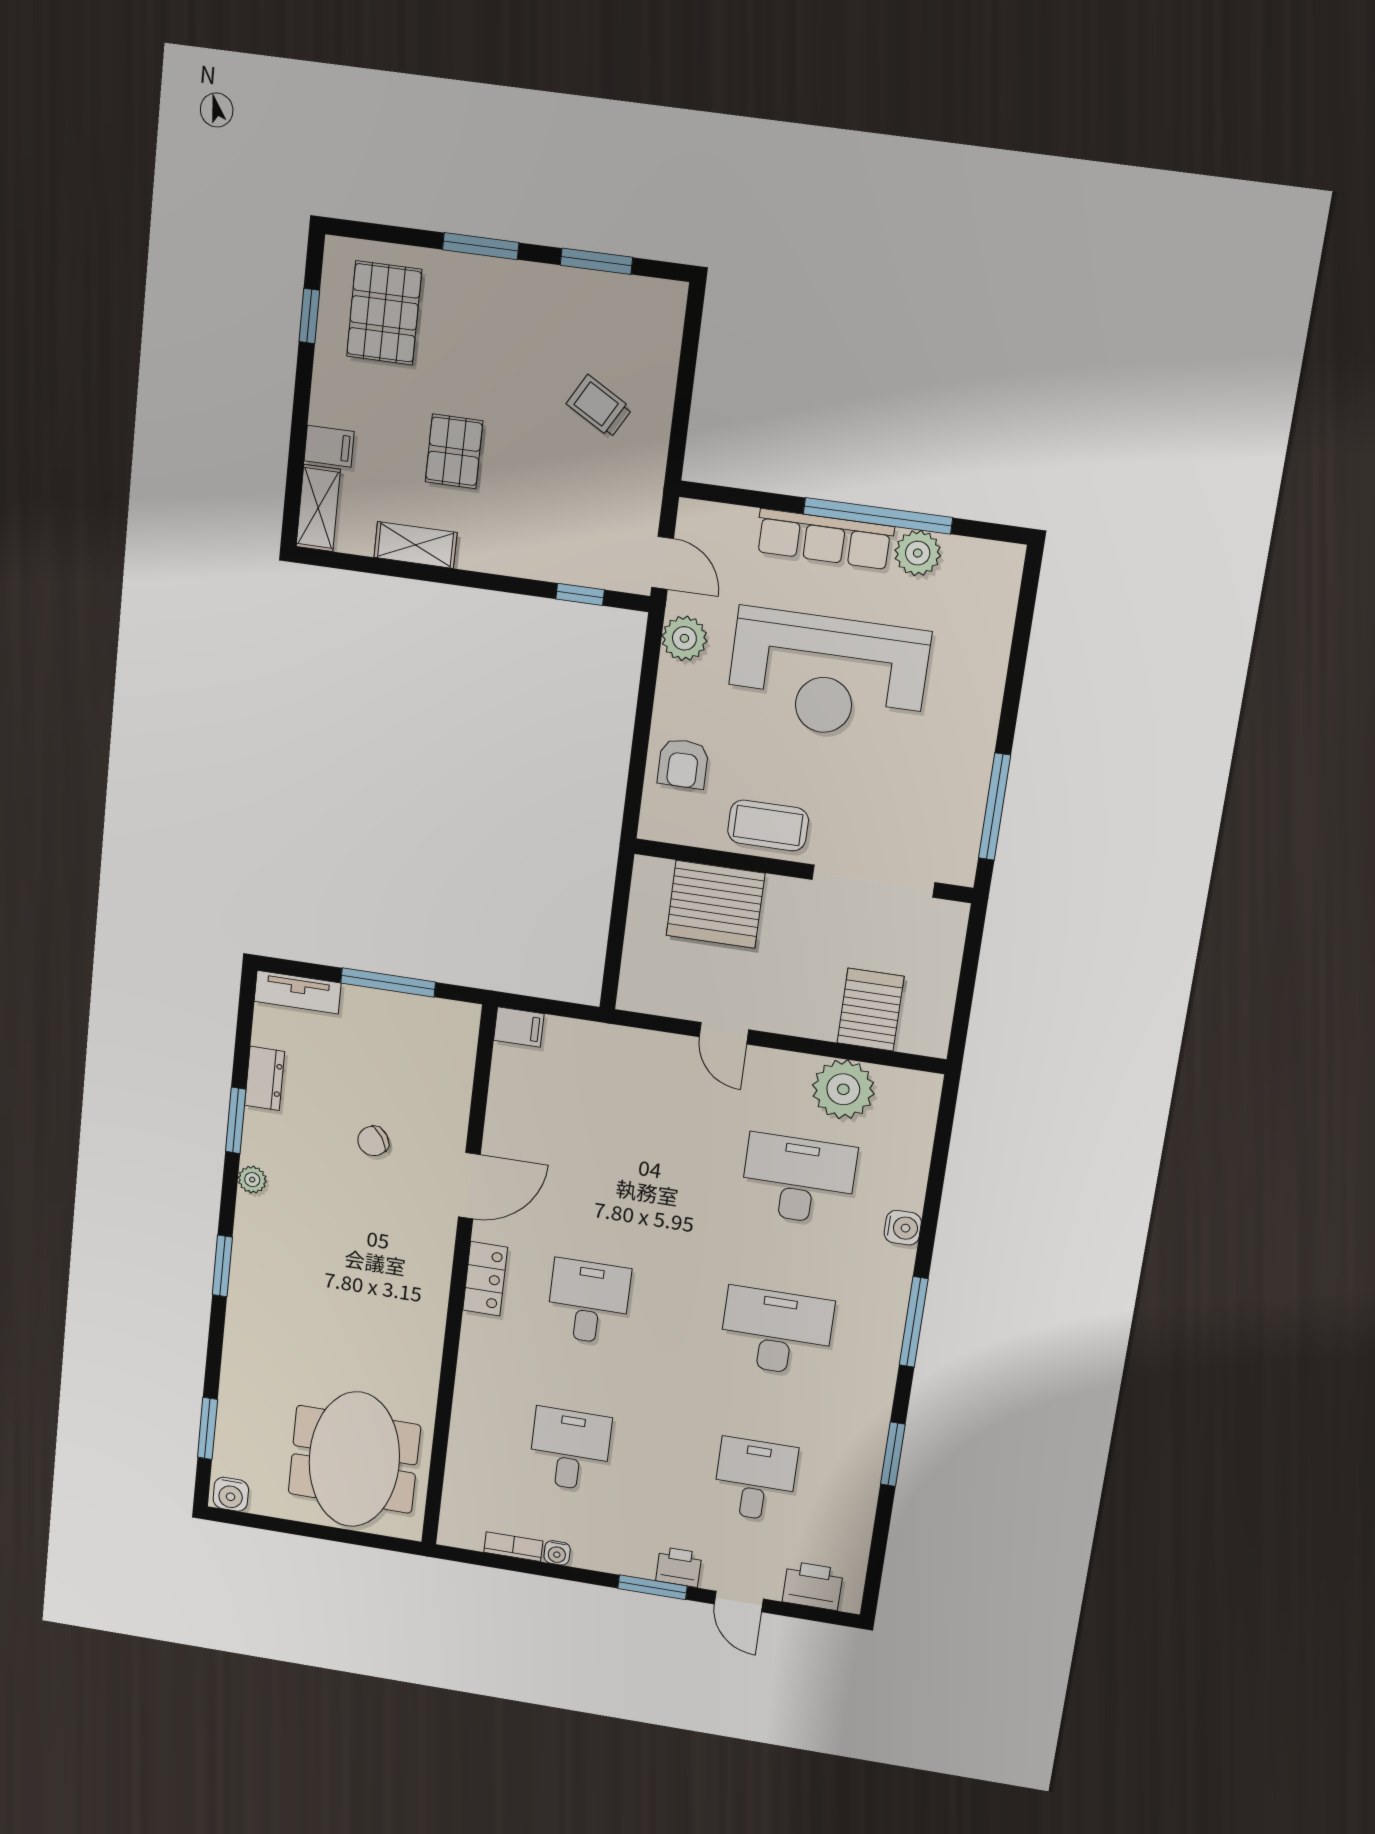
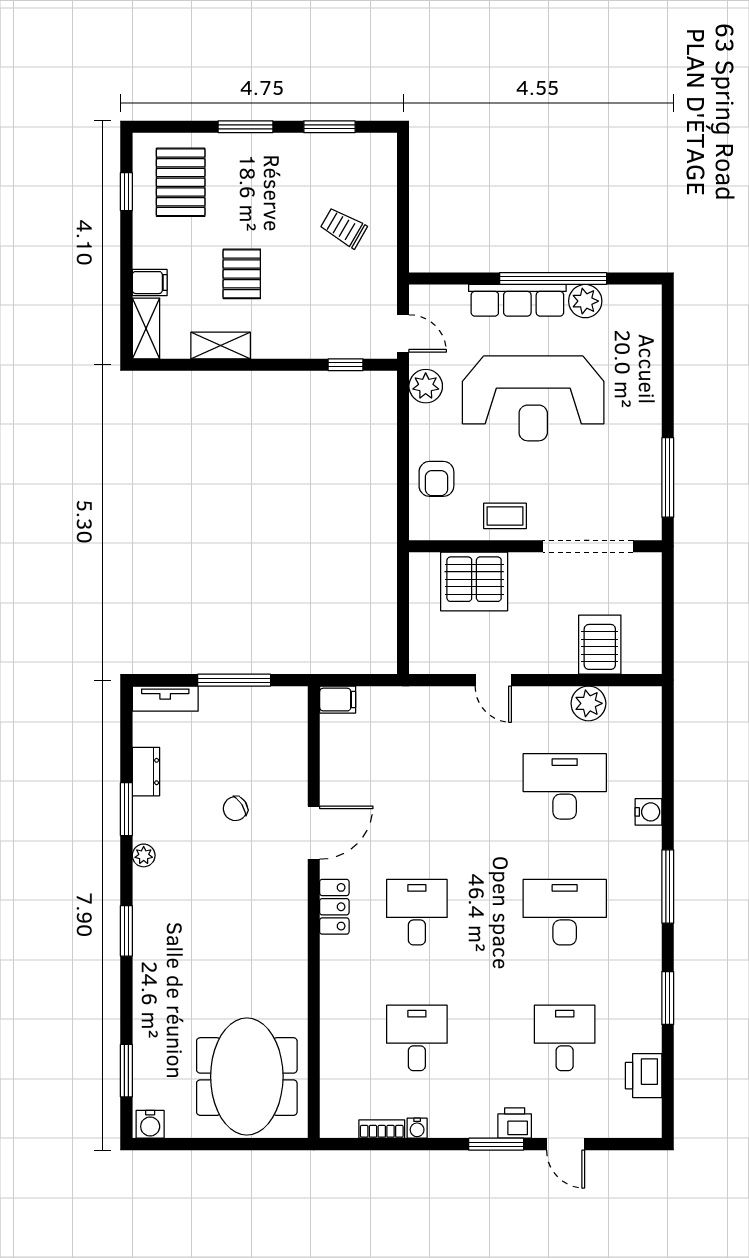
coffee table: (768, 825) -> (505, 516), width x0.73, depth x0.77
plant: (843, 1089) -> (588, 703), width x0.73, depth x0.73
printer: (813, 1586) -> (644, 1076), moved, turned -90

